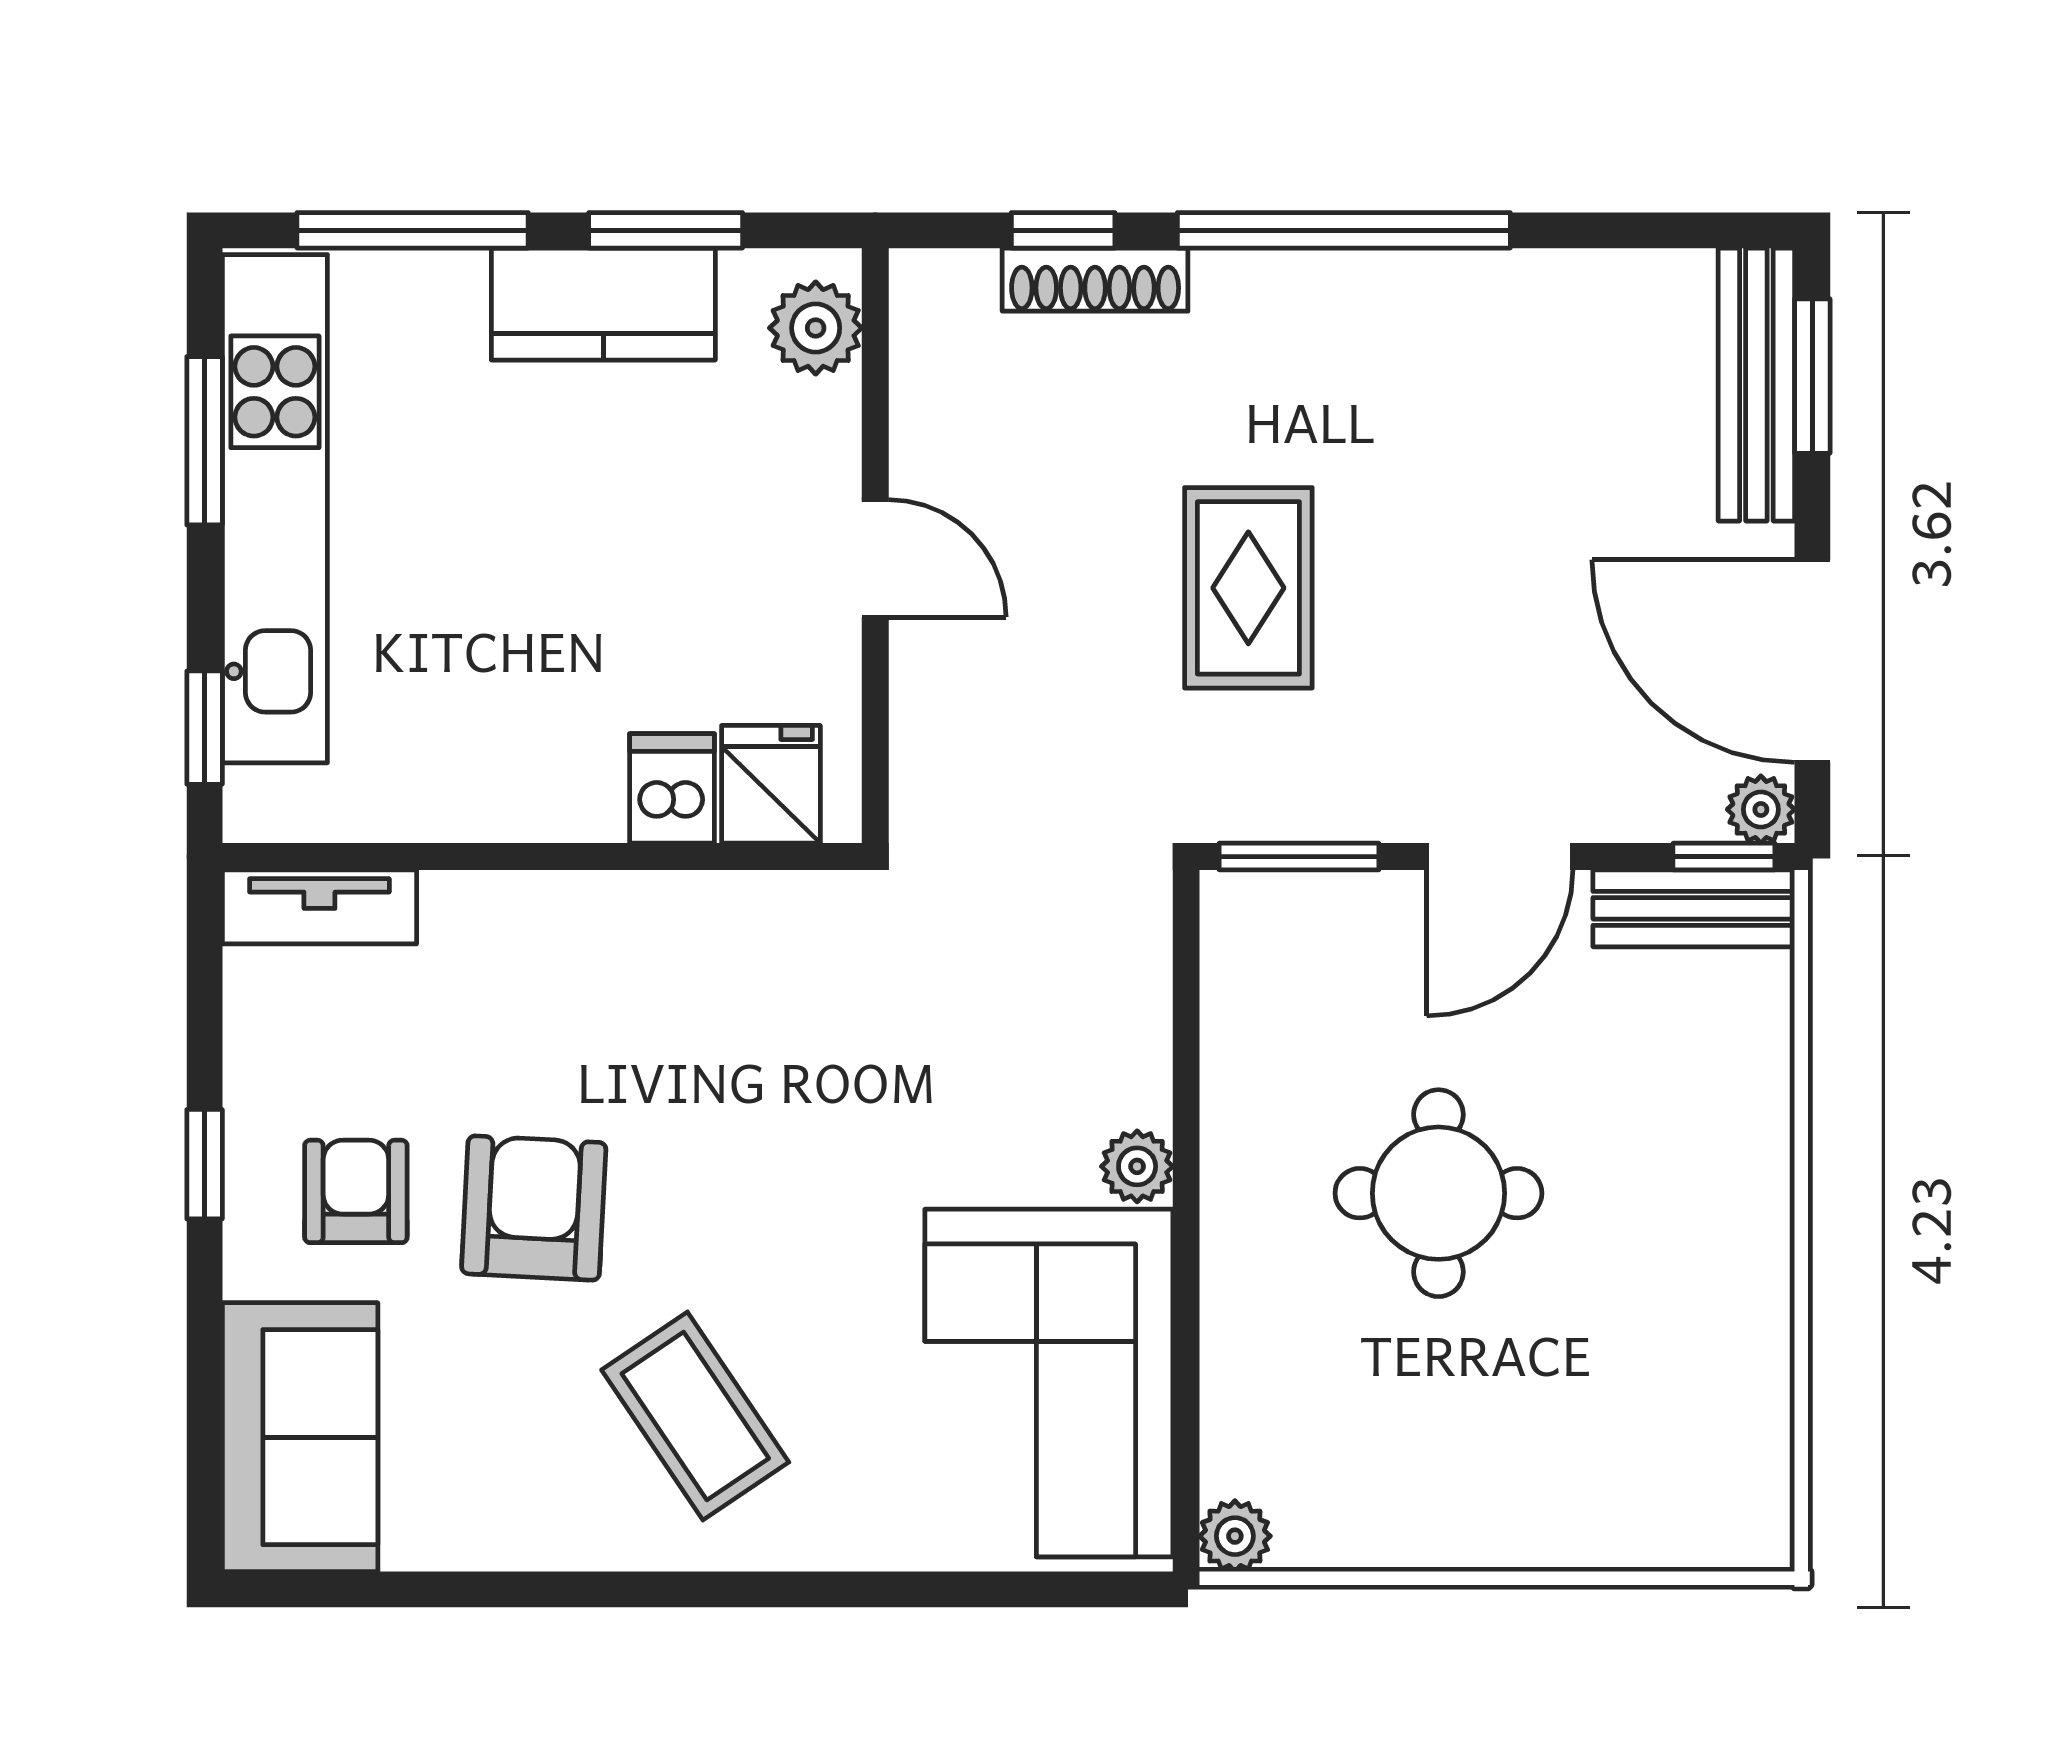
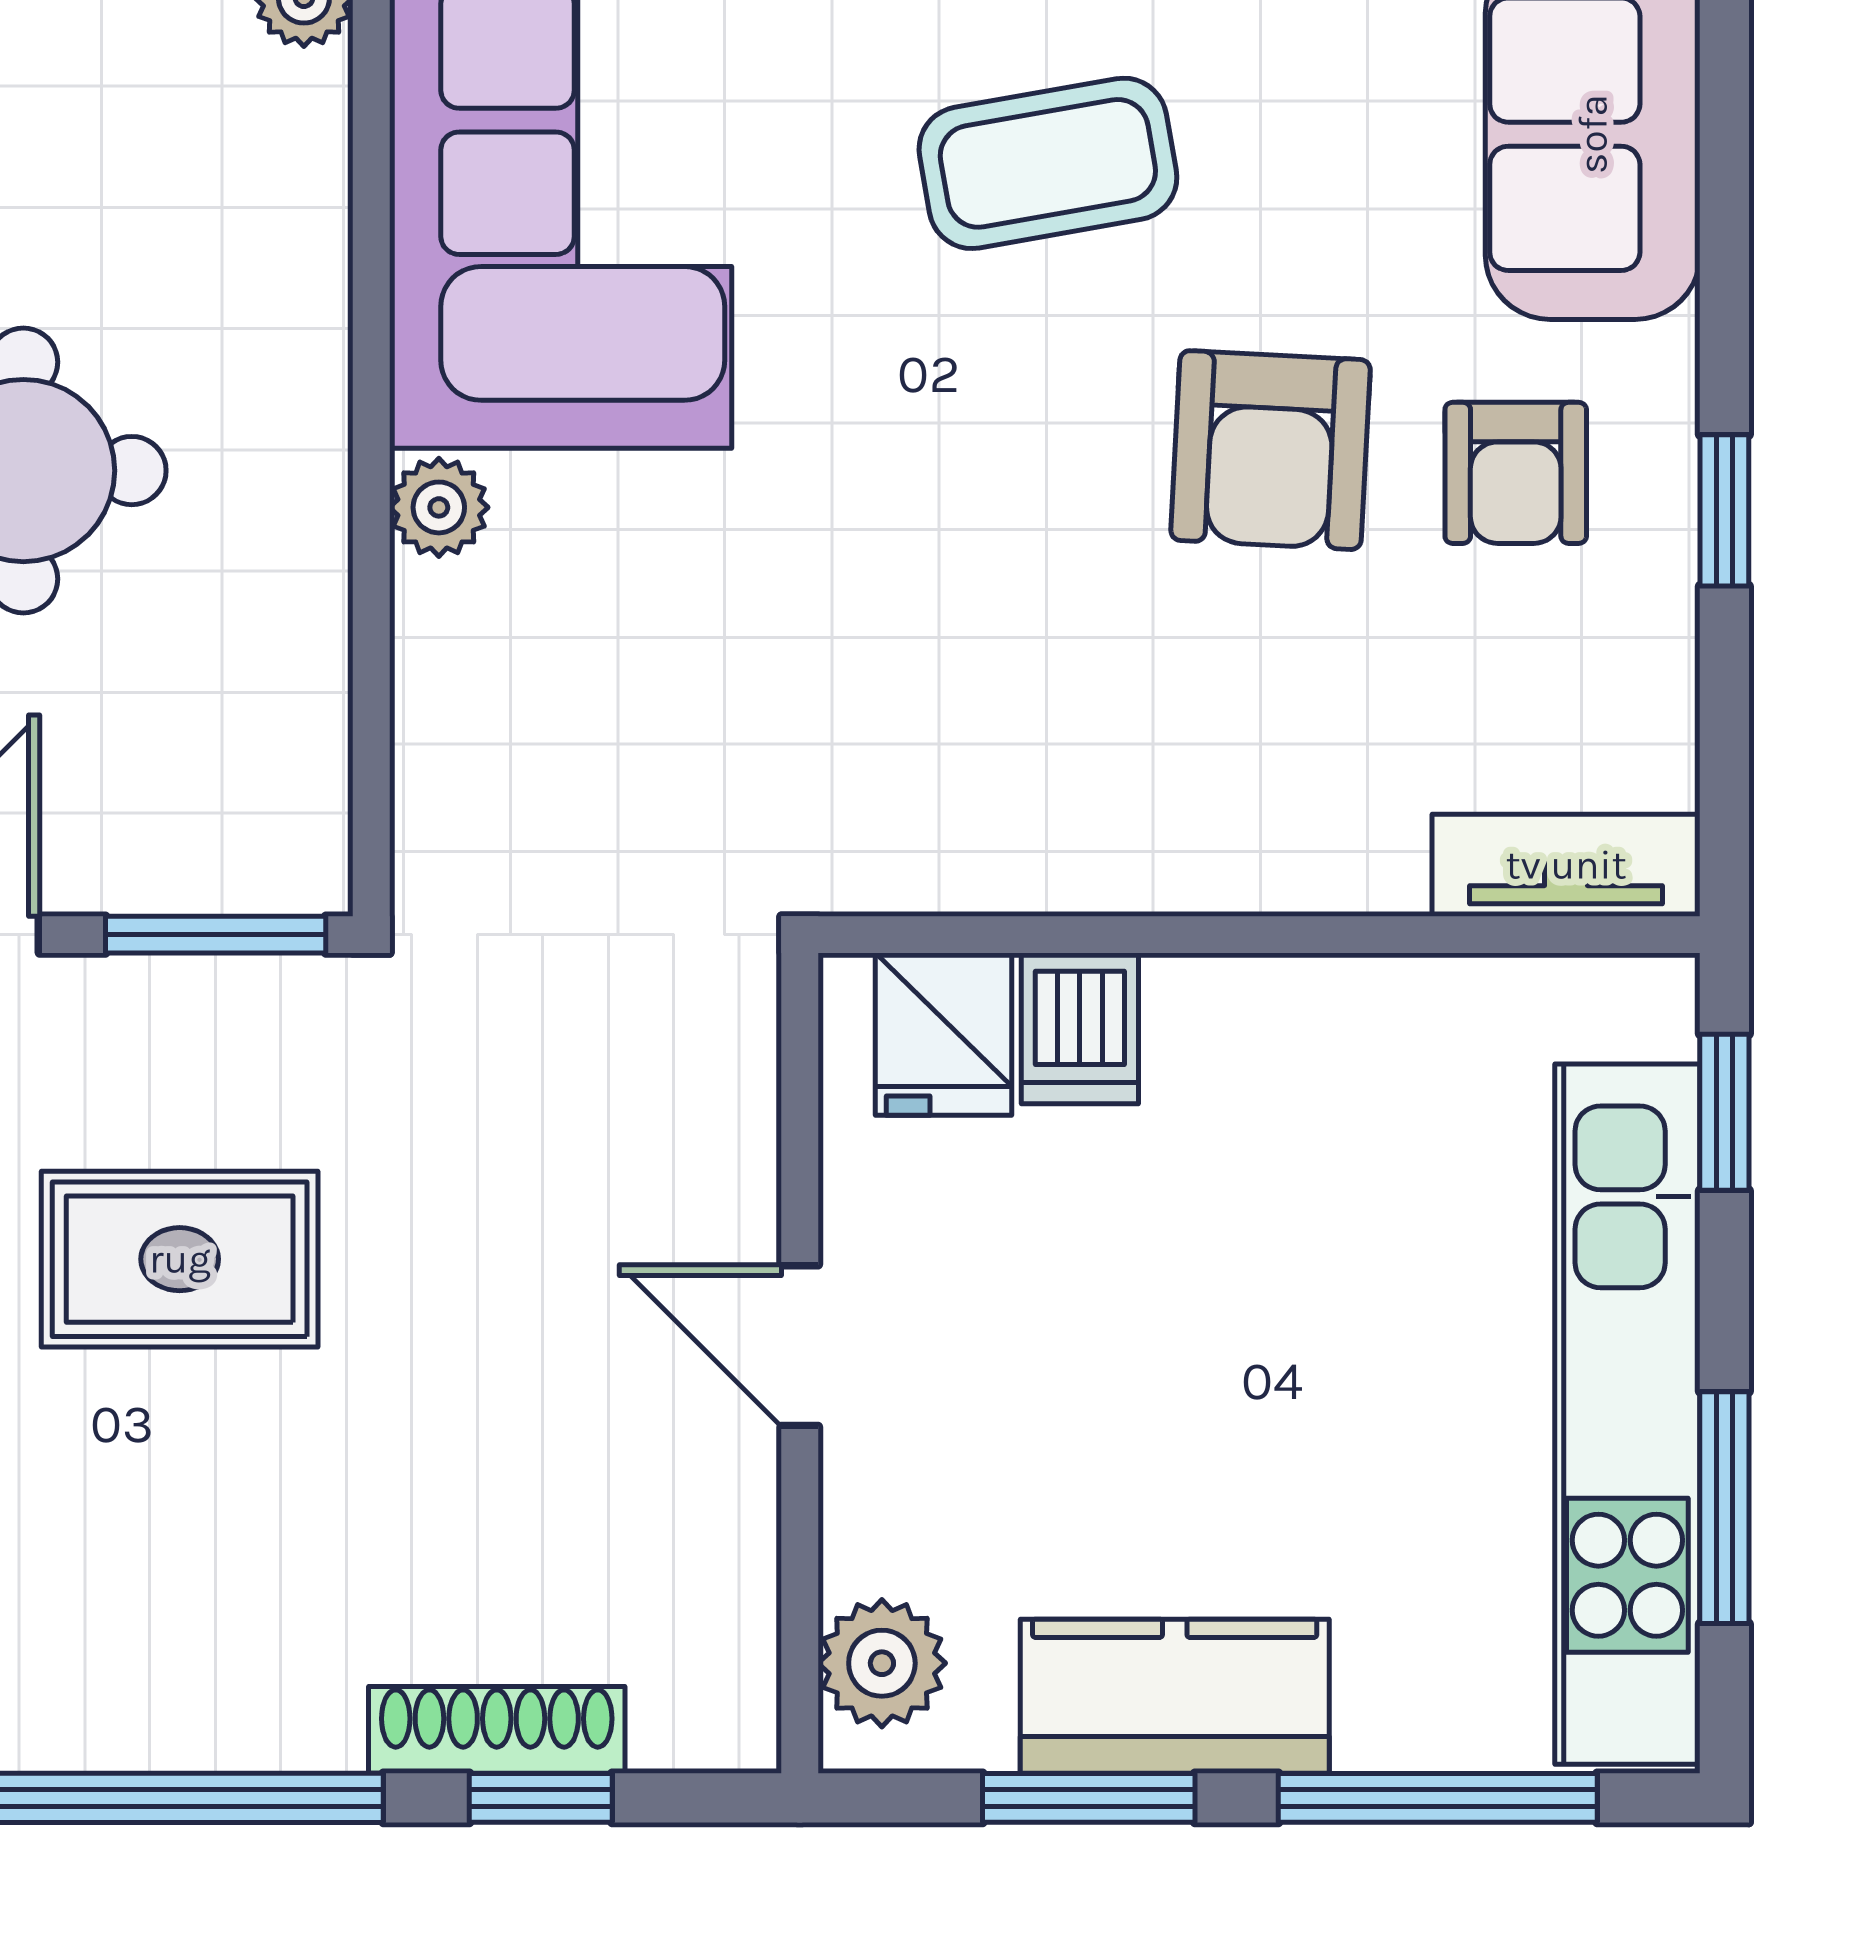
rug: (1248, 588) -> (180, 1259), moved, turned 90
coffee table: (695, 1416) -> (1048, 163), turned -66

